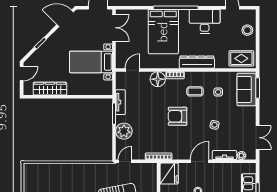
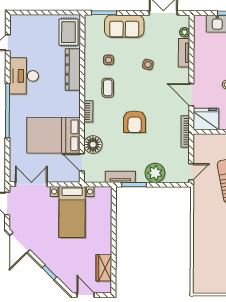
stool: (247, 30) -> (35, 25), removed
bed: (163, 32) -> (53, 135), moved, turned 180
dresser: (197, 62) -> (73, 70), moved
floor lamp: (158, 79) -> (93, 145), moved
wardrobe: (50, 89) -> (104, 268), width x0.67
sofa: (247, 89) -> (124, 26), moved
armchair: (178, 116) -> (135, 122), moved
door: (125, 161) -> (191, 172), swing flipped
door: (200, 161) -> (191, 95), moved

